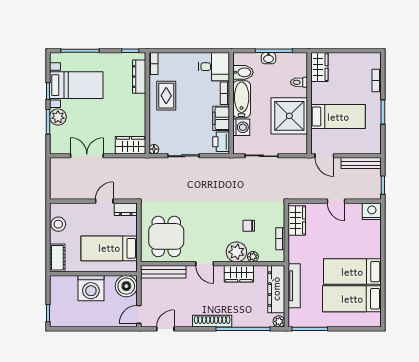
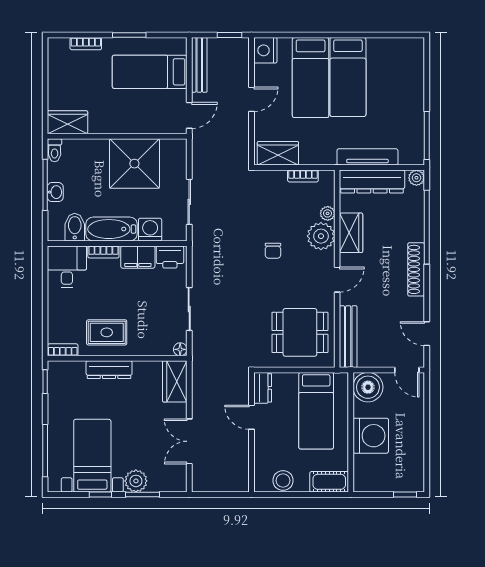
dresser: (139, 77) -> (109, 370), moved
toilet: (299, 82) -> (55, 150), moved
bed: (338, 117) -> (150, 72), moved, turned -90
chair: (249, 226) -> (273, 251), moved
bed: (352, 299) -> (311, 78), moved

